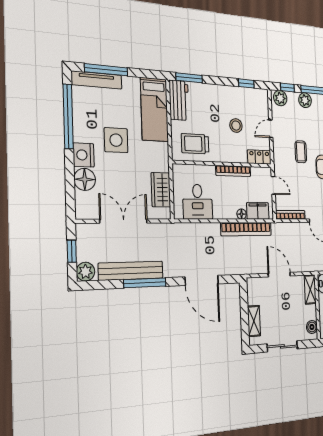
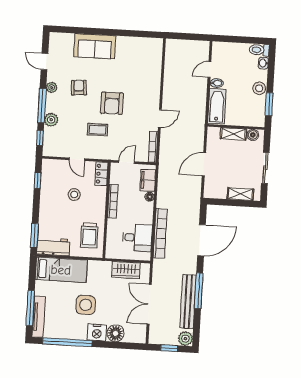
plant: (280, 98) -> (50, 146), removed
bookcase: (246, 229) -> (160, 233), moved
shelving: (310, 289) -> (233, 134), moved

